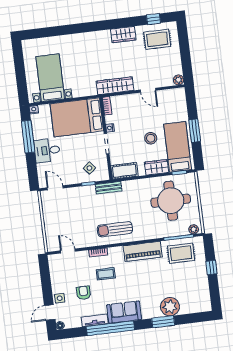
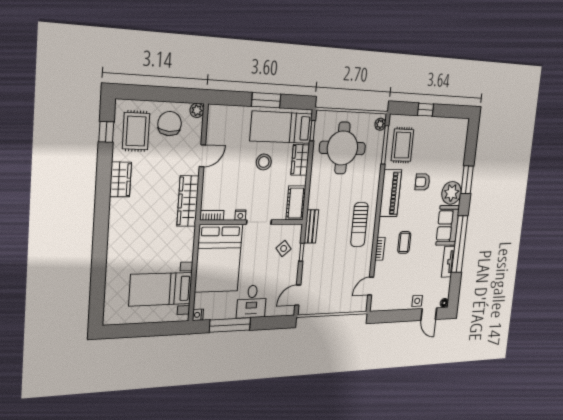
chair: (166, 62) -> (170, 124), added
armchair: (84, 293) -> (422, 182), moved
plant: (170, 307) -> (451, 193), moved

